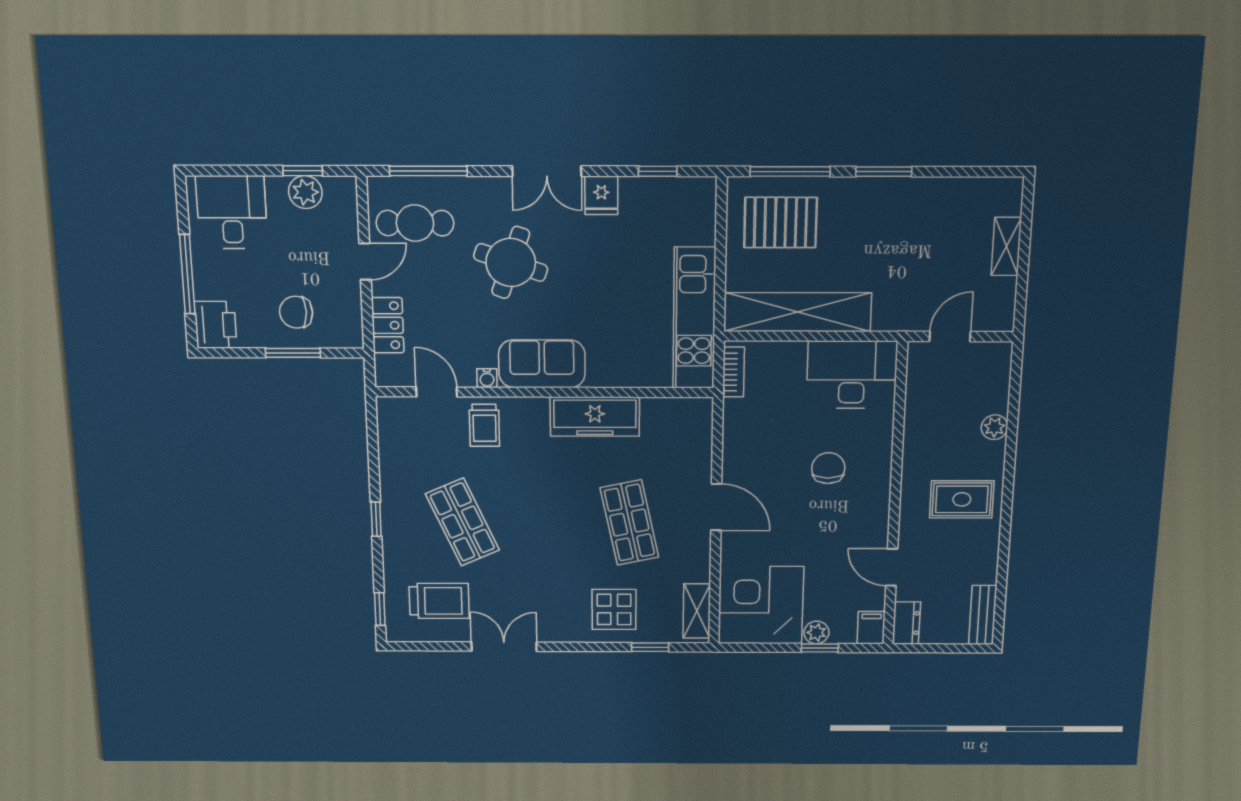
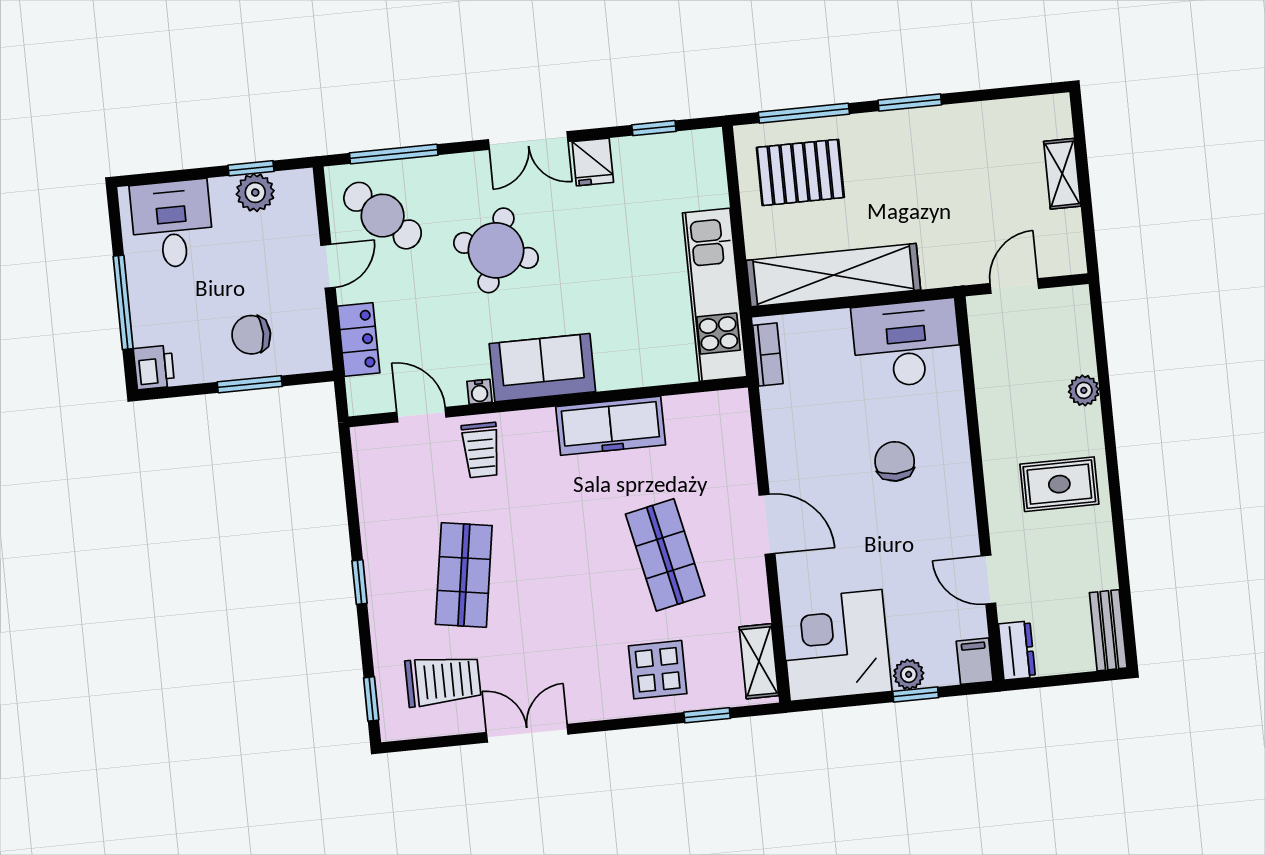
cafe table: (415, 223) -> (383, 216), turned 43
printer: (215, 325) -> (154, 367), width x0.73, depth x0.81
shop shelf: (462, 522) -> (464, 575), turned 33

